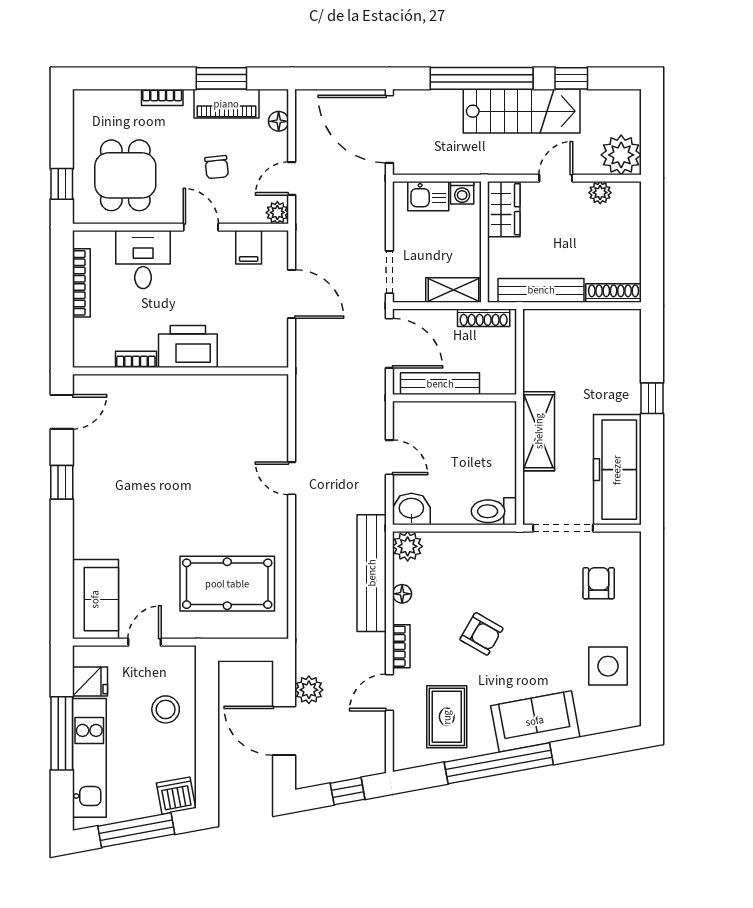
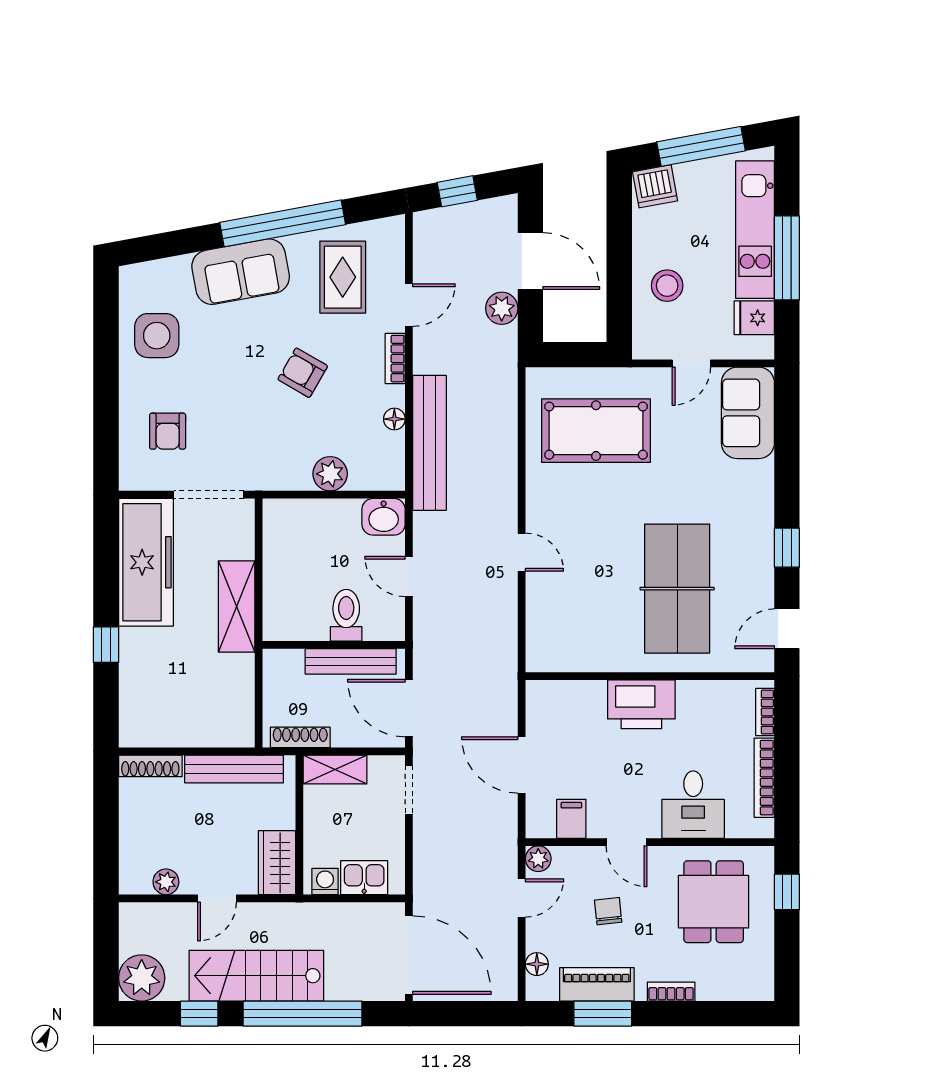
plant: (621, 155) -> (142, 978), moved
bookcase: (136, 359) -> (765, 712), moved, turned 90
table tennis table: (157, 447) -> (677, 589), added
toilet: (494, 511) -> (346, 615), moved, turned -90
plant: (408, 546) -> (330, 474), moved

